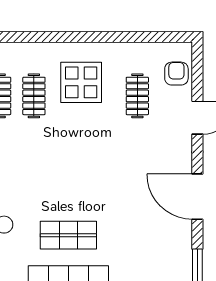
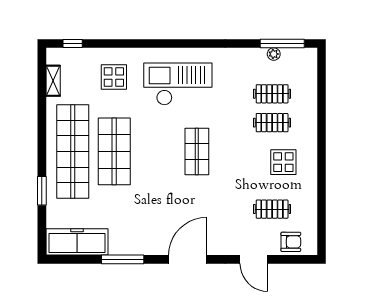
display table: (81, 82) -> (283, 162), width x0.73, depth x0.73
shop shelf: (68, 235) -> (197, 151), moved

